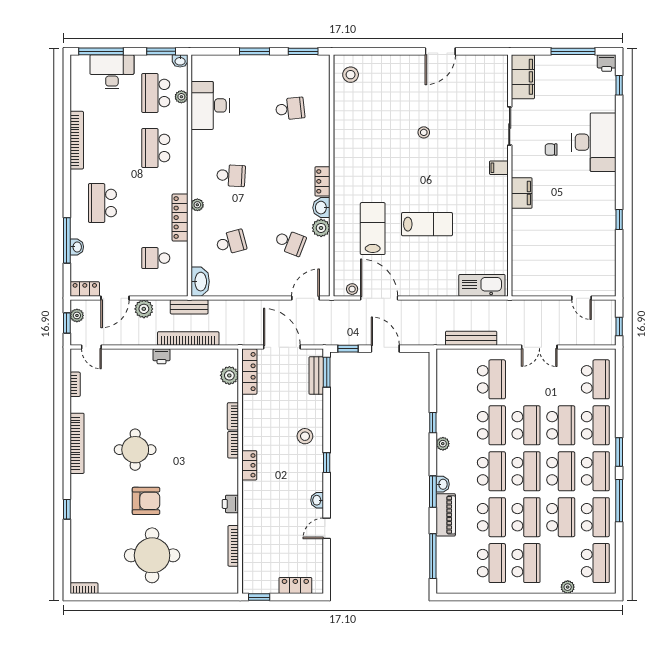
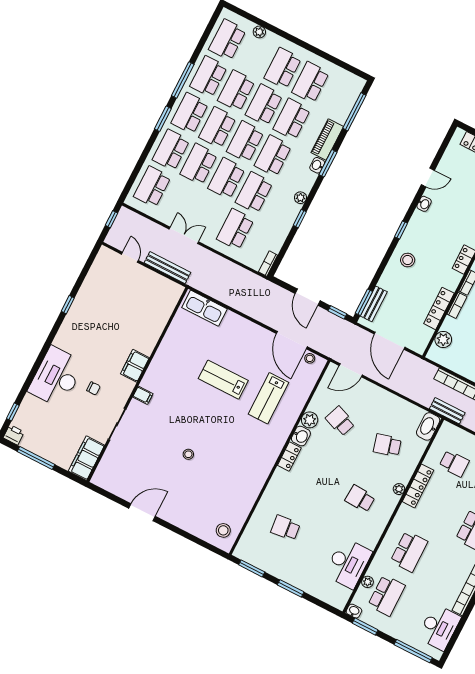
desk: (112, 72) -> (439, 627), moved, turned -90
bench: (471, 338) -> (167, 268), moved
bookcase: (441, 362) -> (268, 263), added
locker: (249, 372) -> (439, 308), moved

